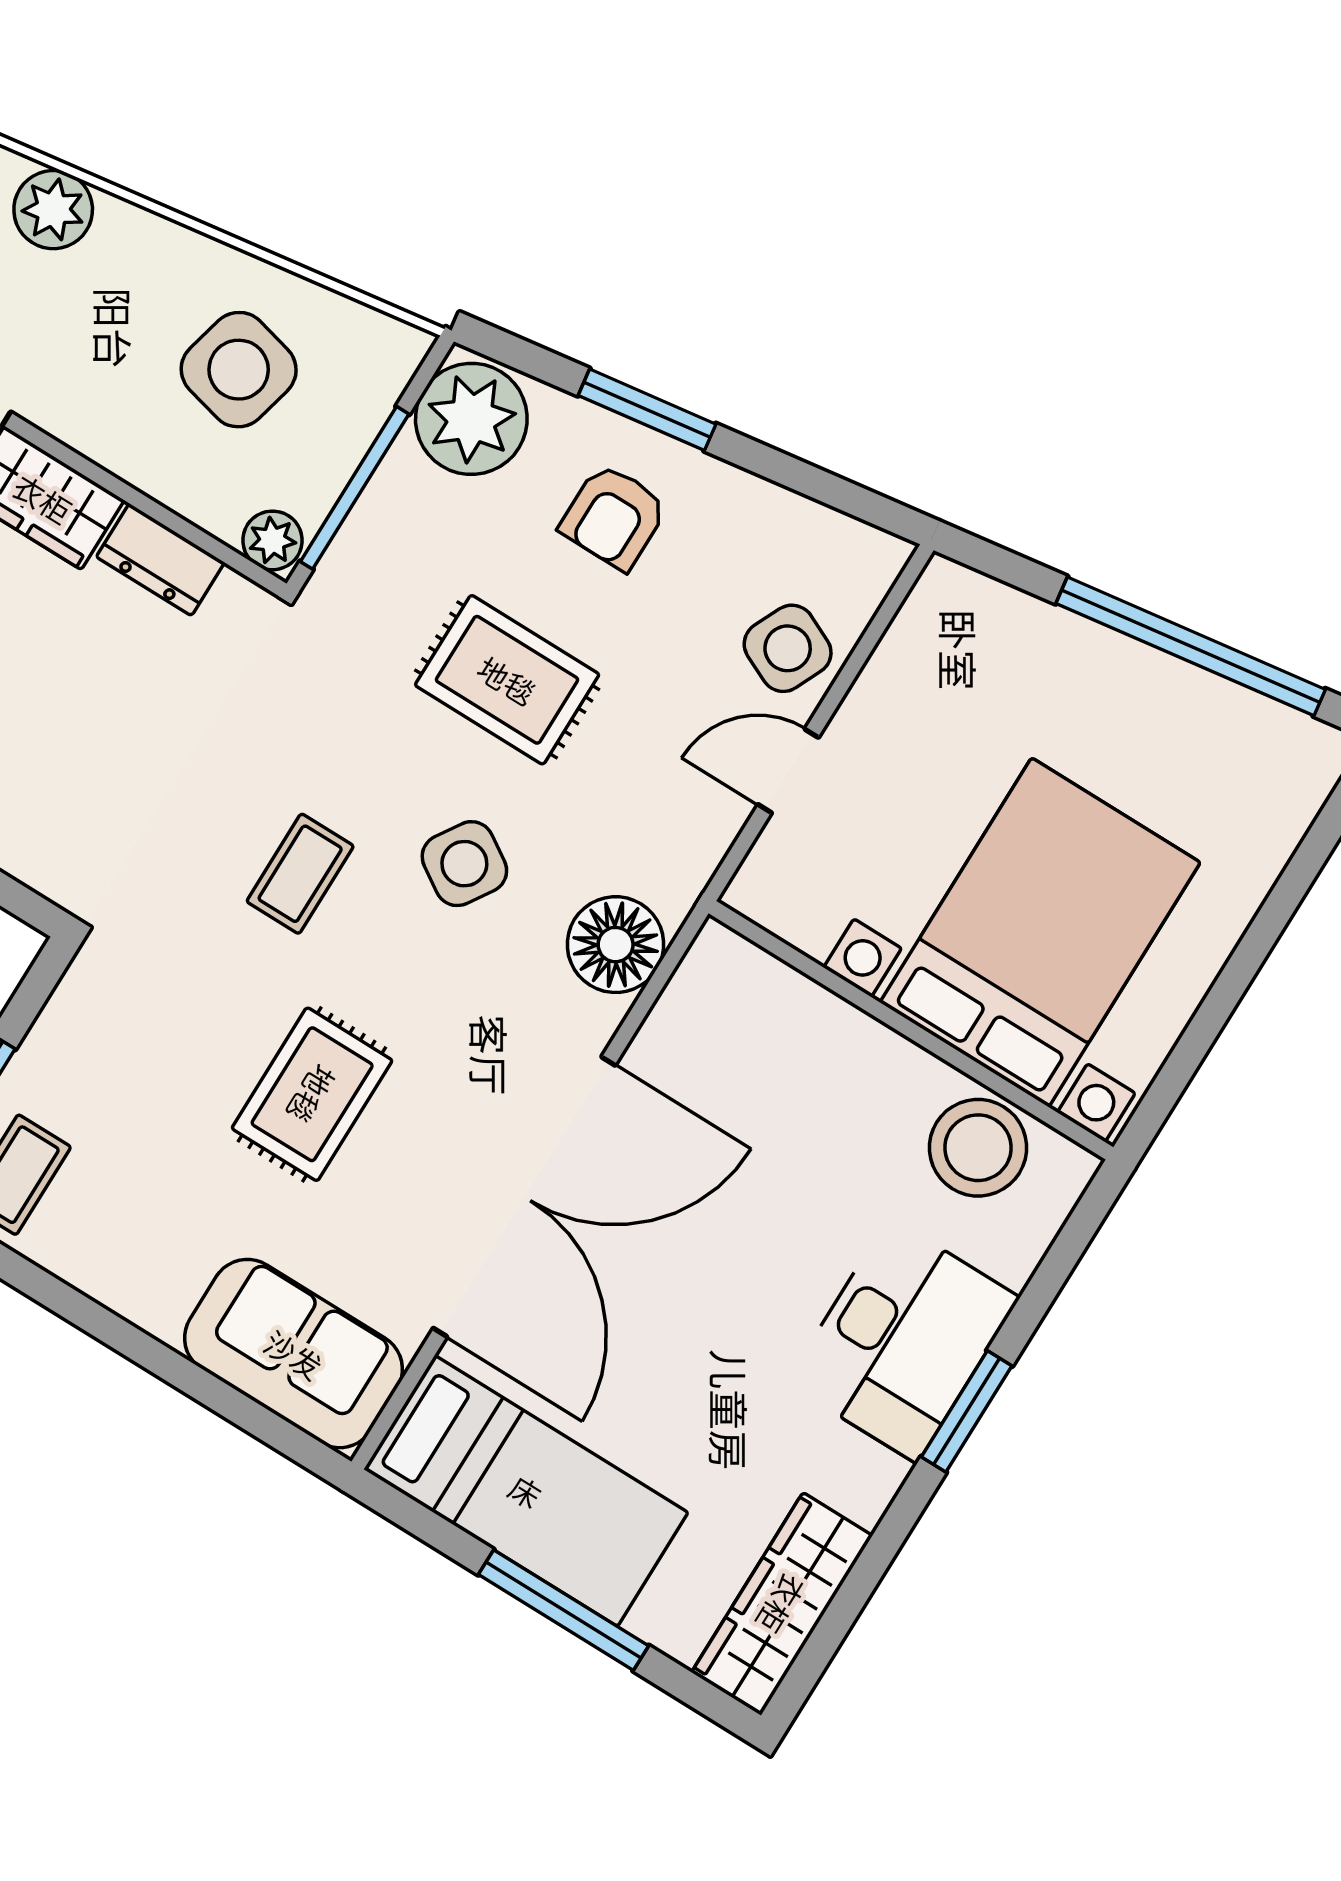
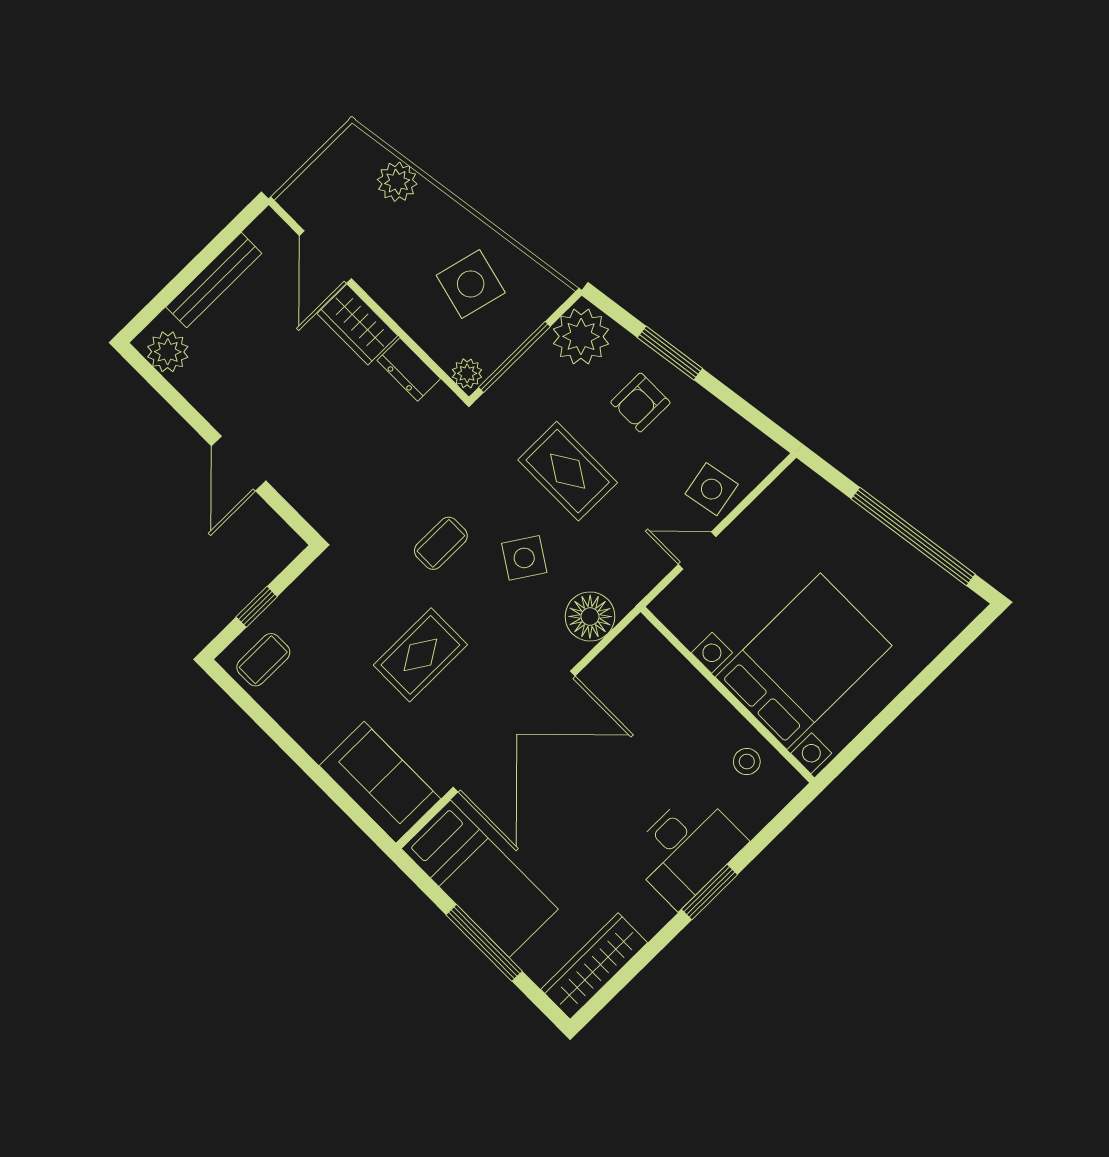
side table: (788, 648) -> (712, 489), turned -36
stool: (978, 1148) -> (747, 762), width x0.53, depth x0.53

